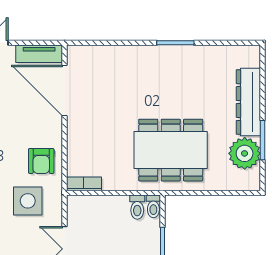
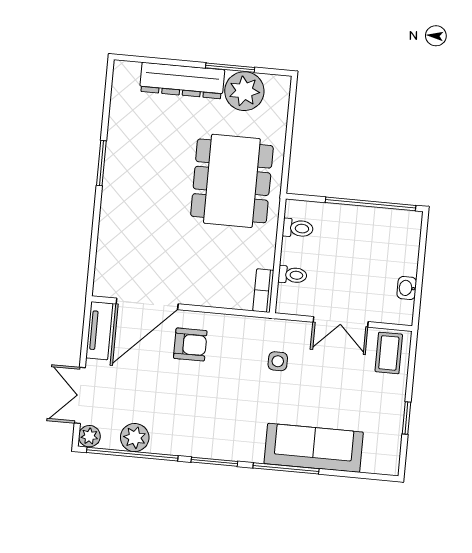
armchair: (41, 161) -> (190, 344), moved
side table: (28, 201) -> (278, 361), width x0.54, depth x0.54
toilet: (153, 206) -> (293, 275), moved

